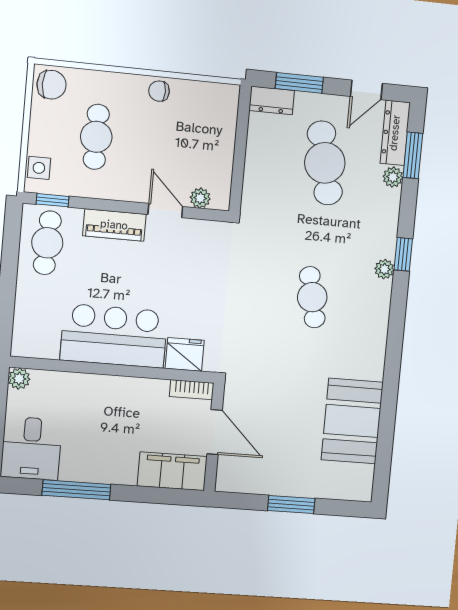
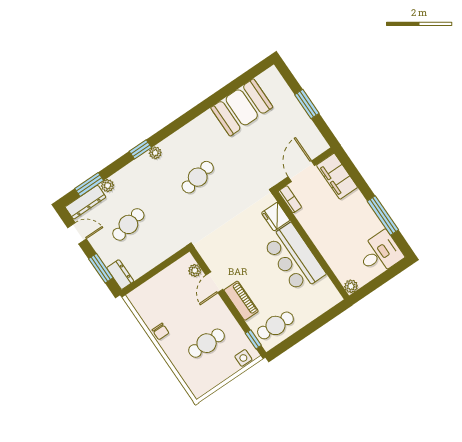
chair: (51, 85) -> (199, 384), removed
cafe table: (325, 163) -> (128, 224), width x0.73, depth x0.74

